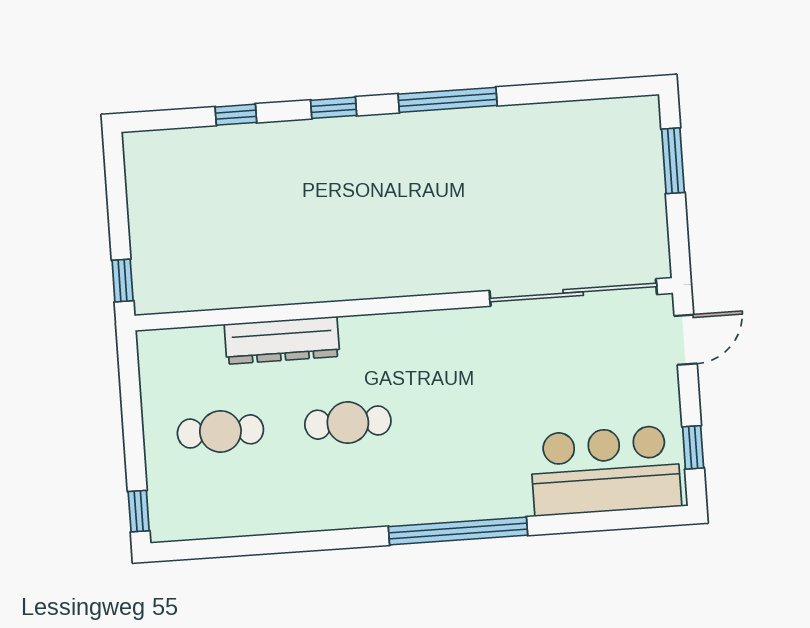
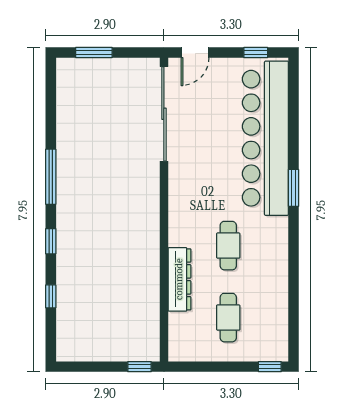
door: (686, 340) -> (195, 52), swing flipped
bar counter: (606, 471) -> (265, 138), width x1.86
window: (458, 531) -> (294, 188), width x0.47

